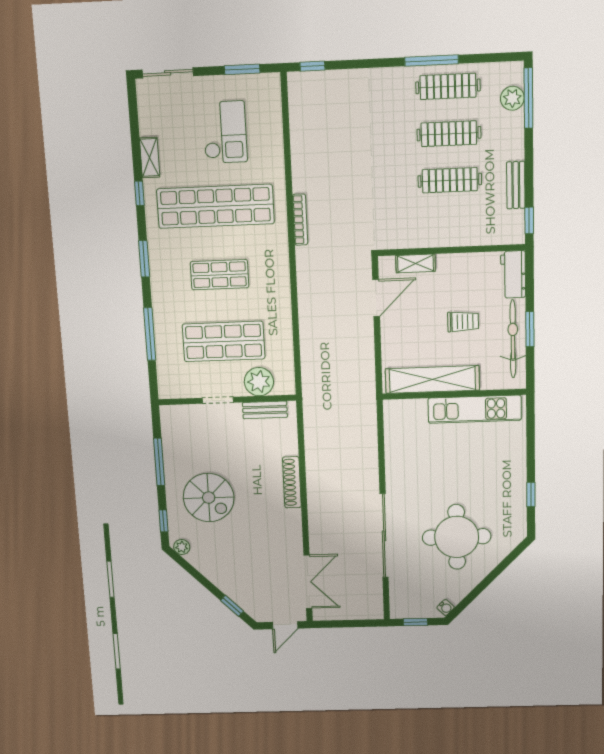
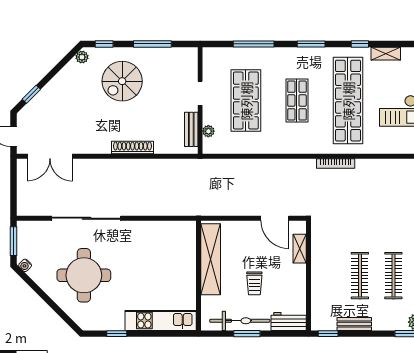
plant: (259, 382) -> (208, 131), width x0.53, depth x0.53
kitchen unit: (475, 409) -> (161, 320), moved, turned 90
window: (415, 622) -> (13, 241), width x1.50

